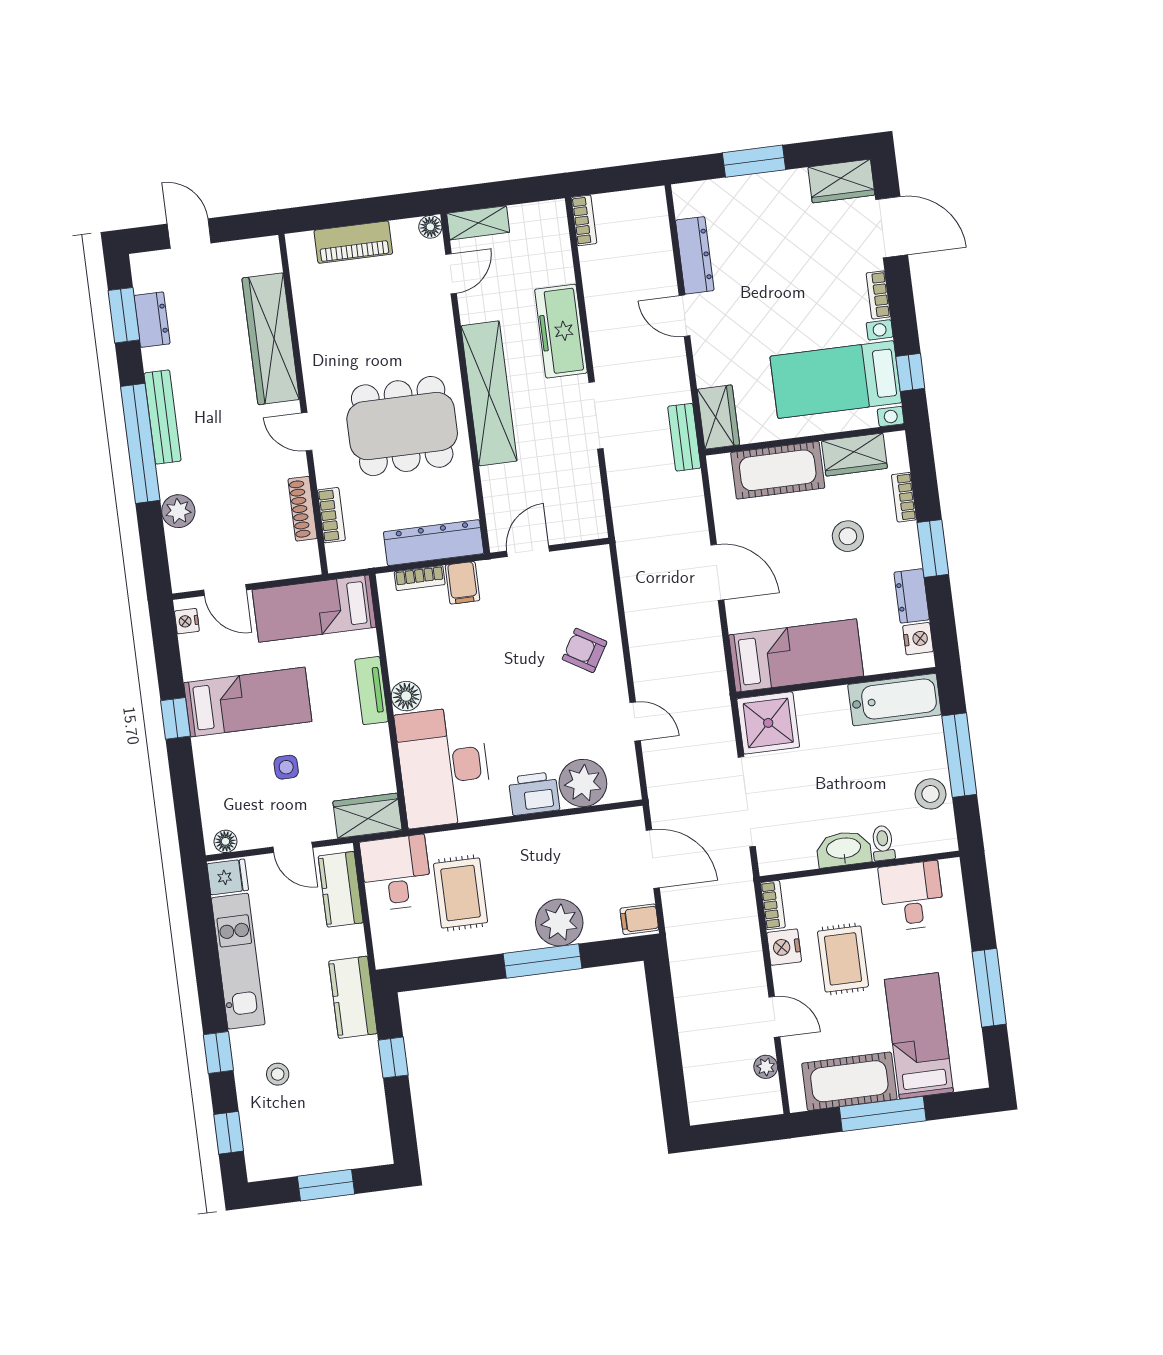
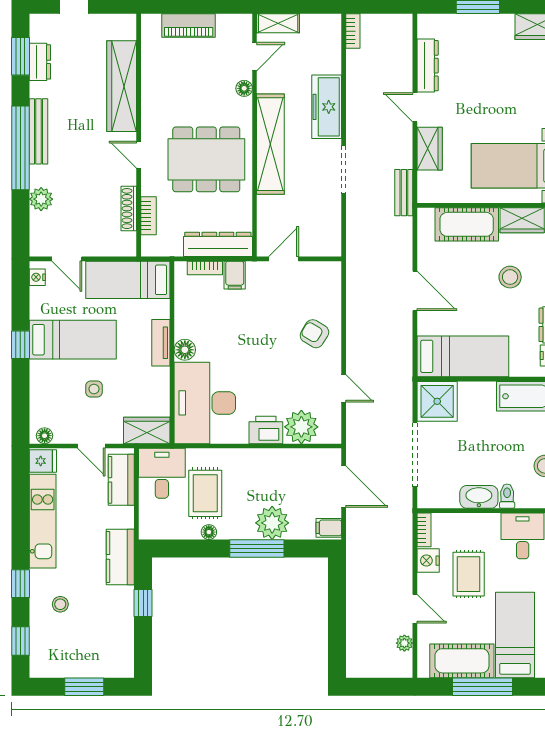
floor lamp: (430, 227) -> (244, 88), moved
wardrobe: (718, 417) -> (430, 149), moved
floor lamp: (473, 947) -> (209, 532), added

